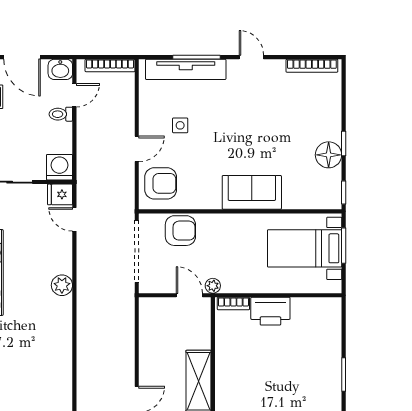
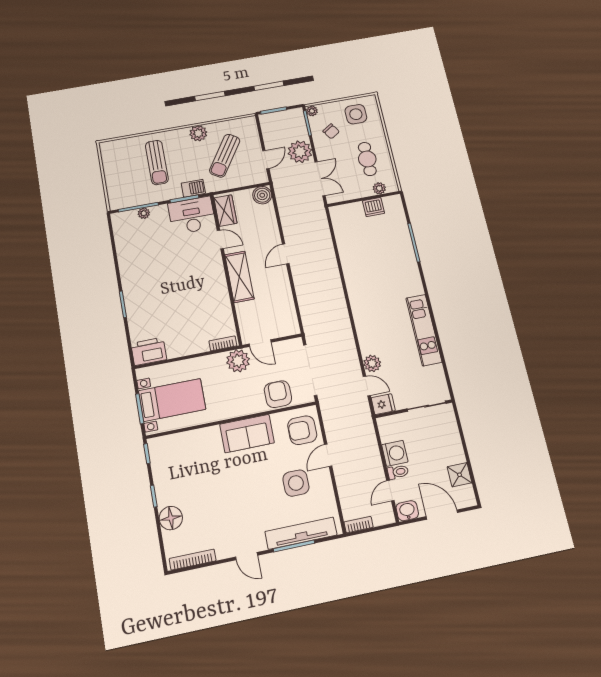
bookcase: (110, 65) -> (359, 525), width x0.64
side table: (180, 125) -> (296, 483), width x1.87, depth x1.87
floor lamp: (329, 155) -> (171, 518), moved
washing machine: (59, 167) -> (395, 453), moved, turned -90
sofa: (252, 192) -> (247, 434), moved
armchair: (180, 231) -> (278, 394), turned 90
plant: (62, 285) -> (372, 363), moved
plant: (213, 286) -> (238, 361), width x1.87, depth x1.87
printer: (270, 311) -> (149, 351), moved

